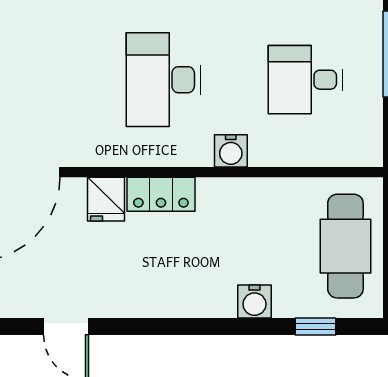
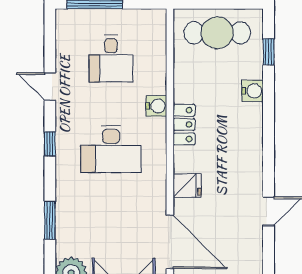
locker: (161, 194) -> (184, 125), moved

